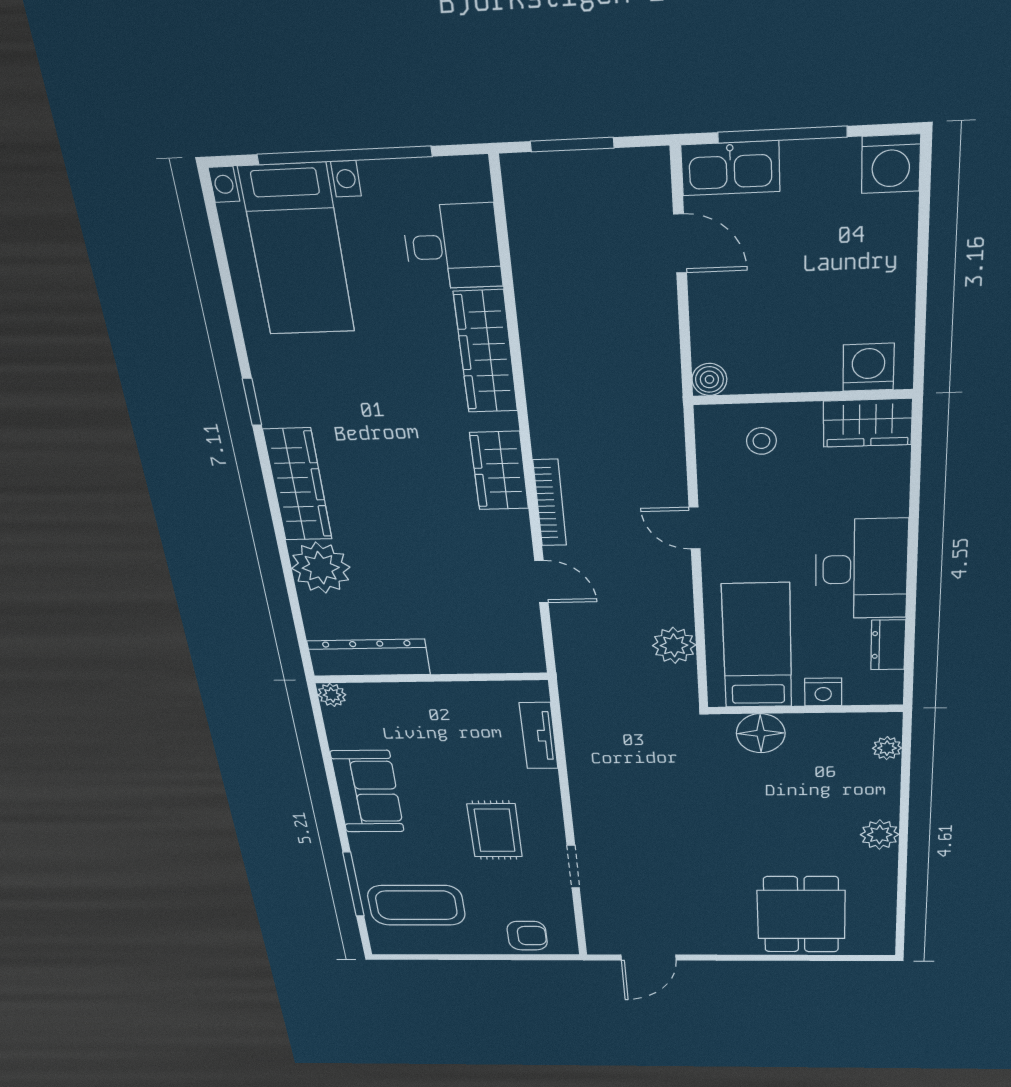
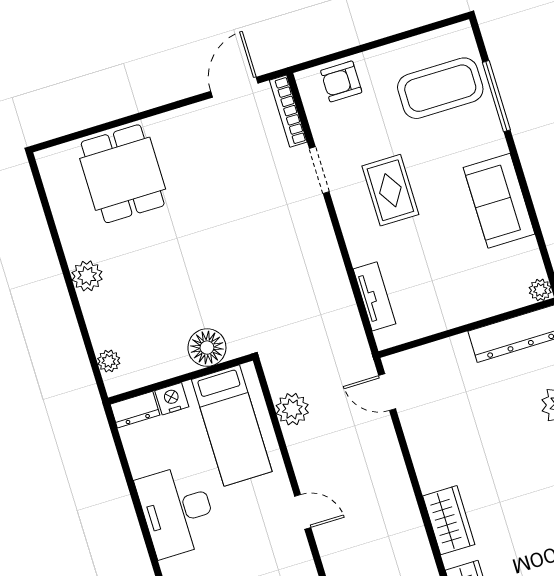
bookcase: (550, 503) -> (288, 111), moved
door: (541, 582) -> (387, 392), moved
dresser: (888, 645) -> (135, 410), moved, turned 90

